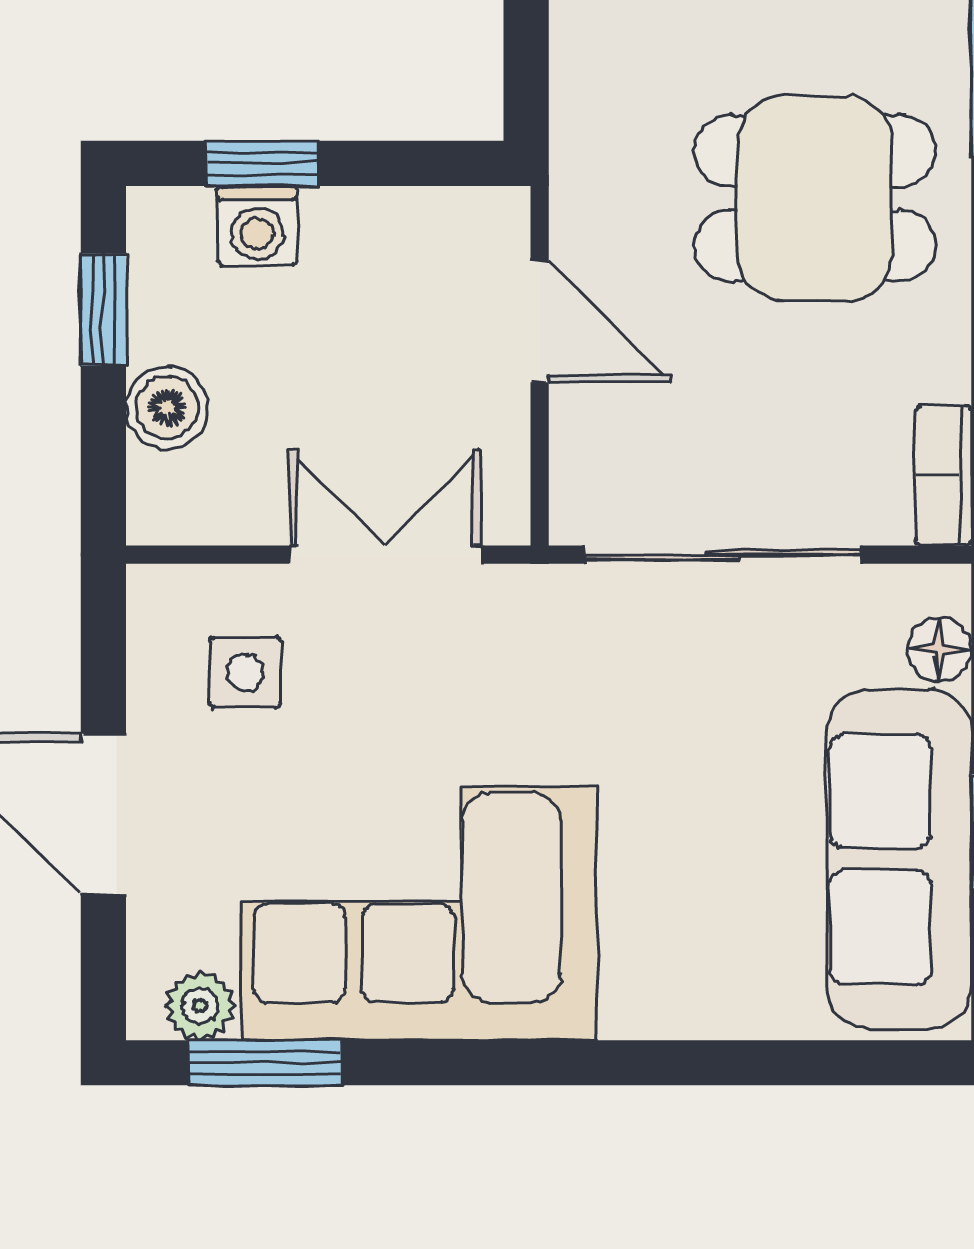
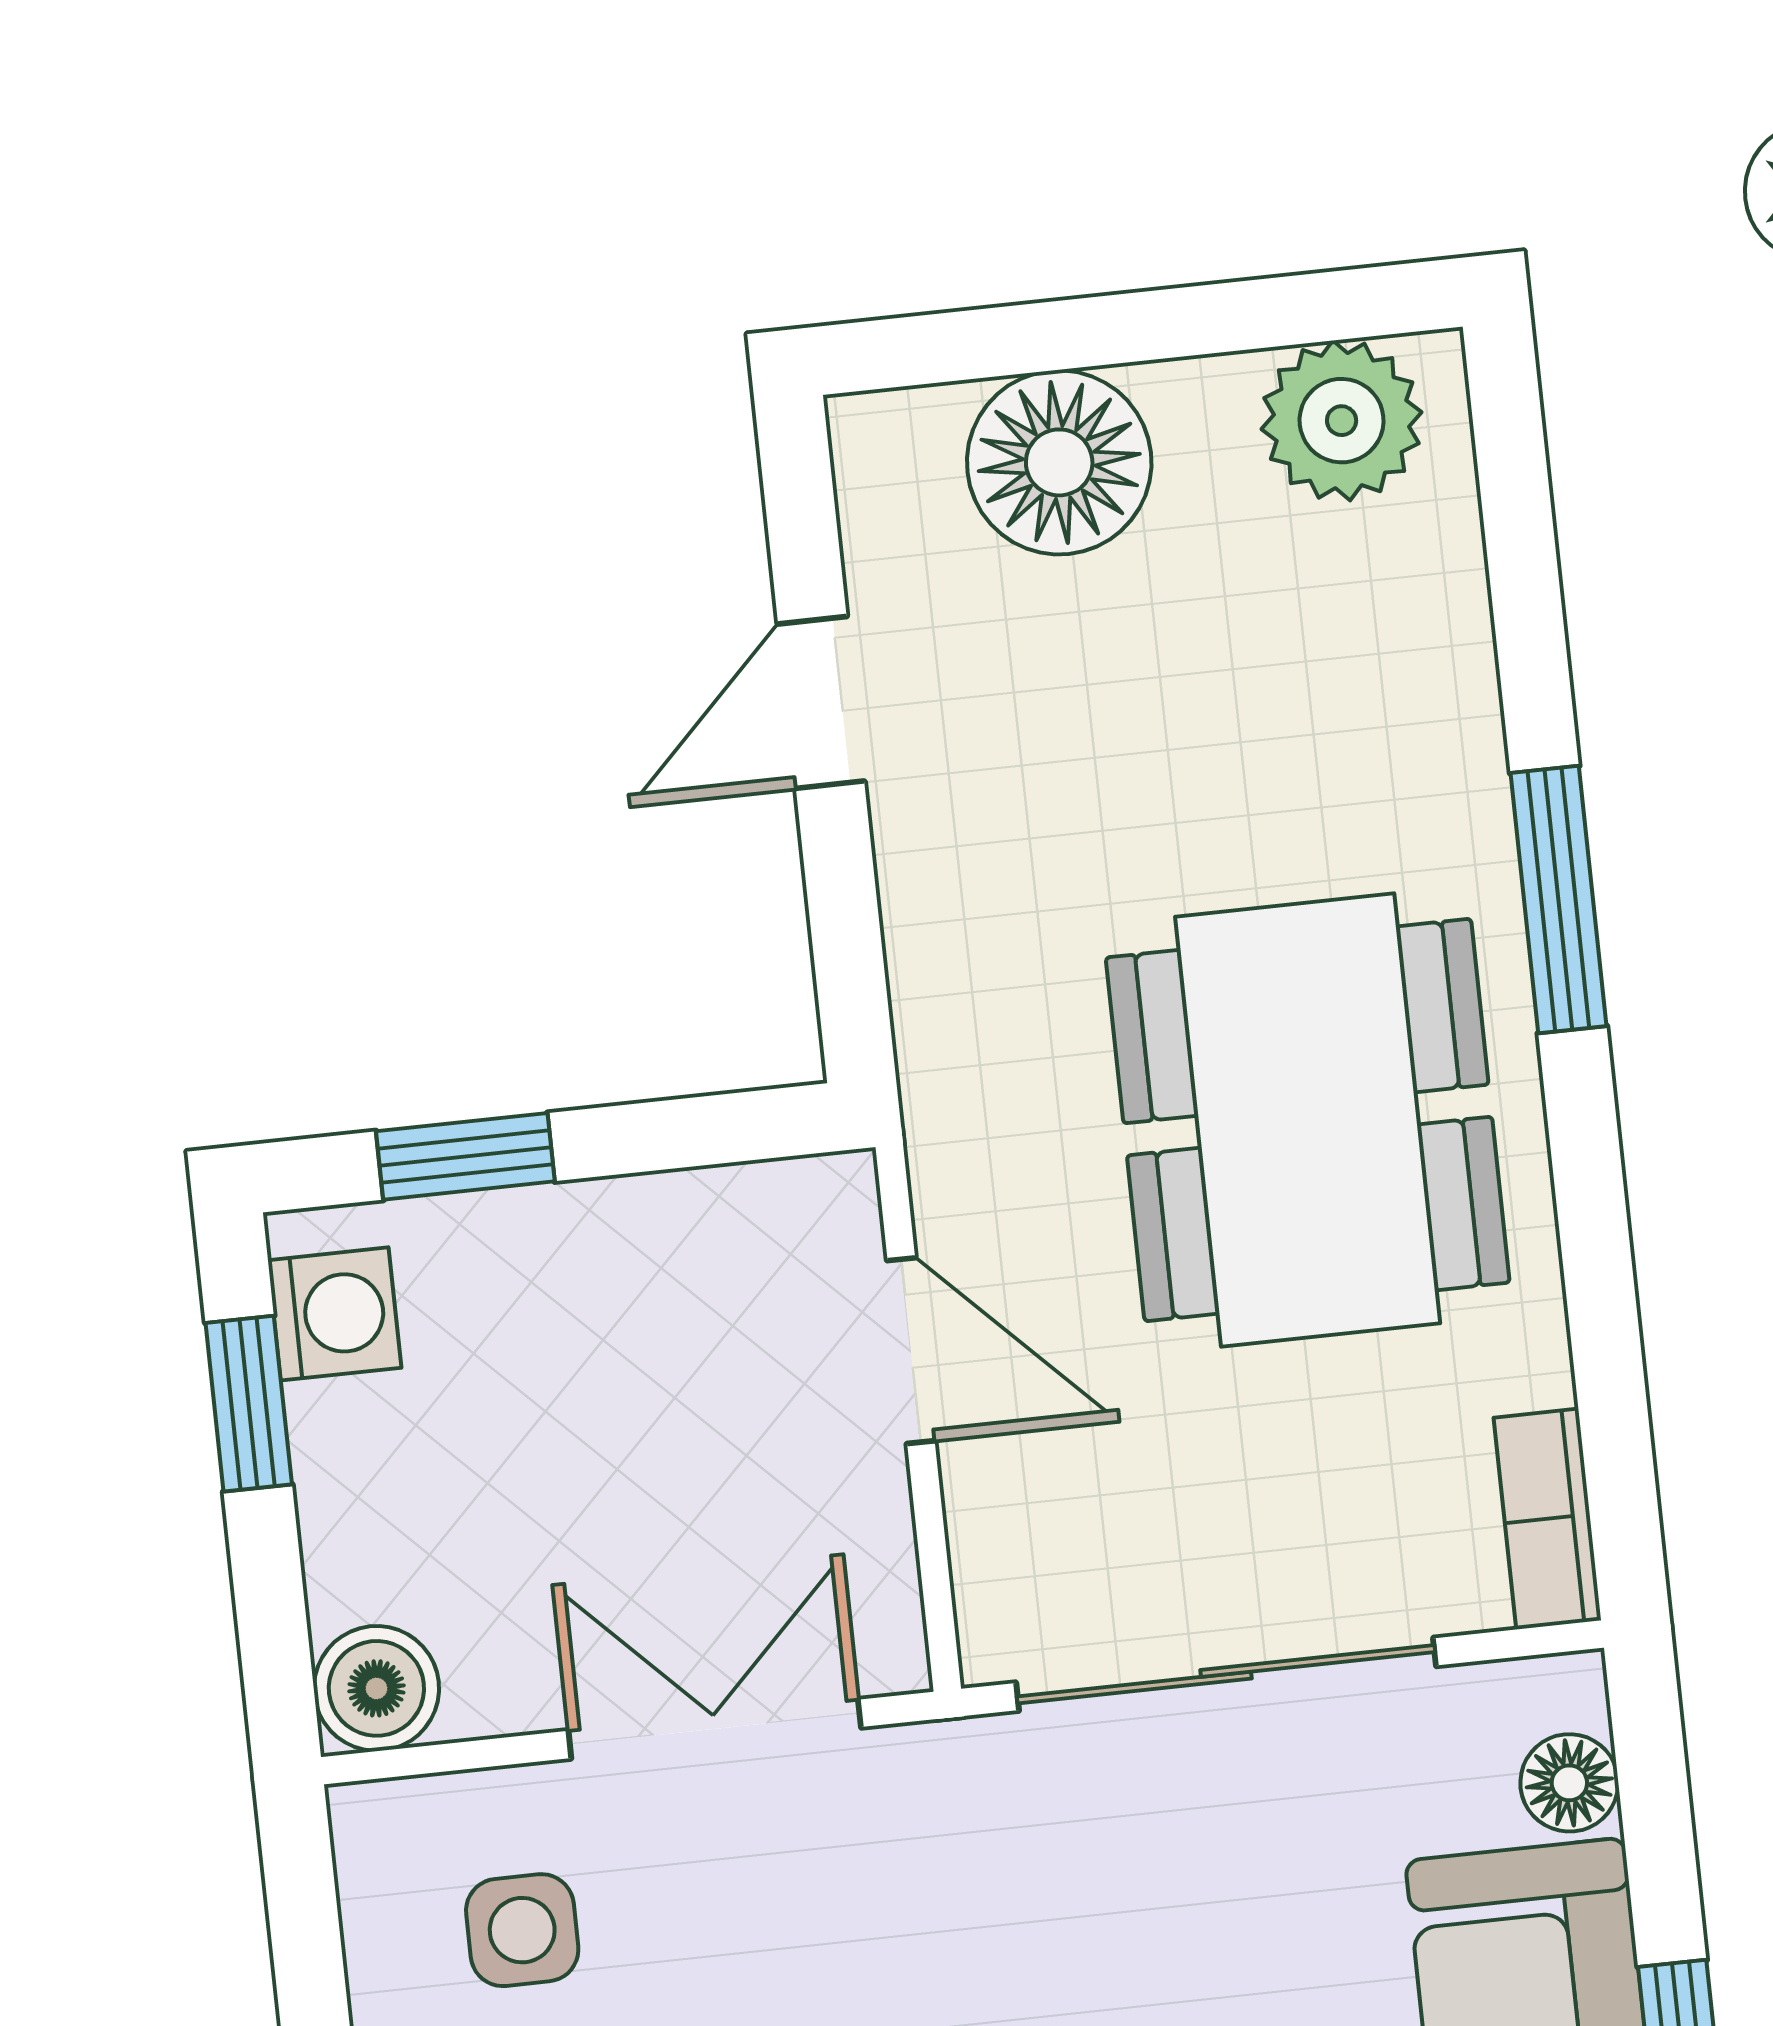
dining table: (815, 198) -> (1308, 1120), width x1.38
washing machine: (257, 226) -> (335, 1314), moved, turned -90
boiler: (167, 407) -> (376, 1688), moved

